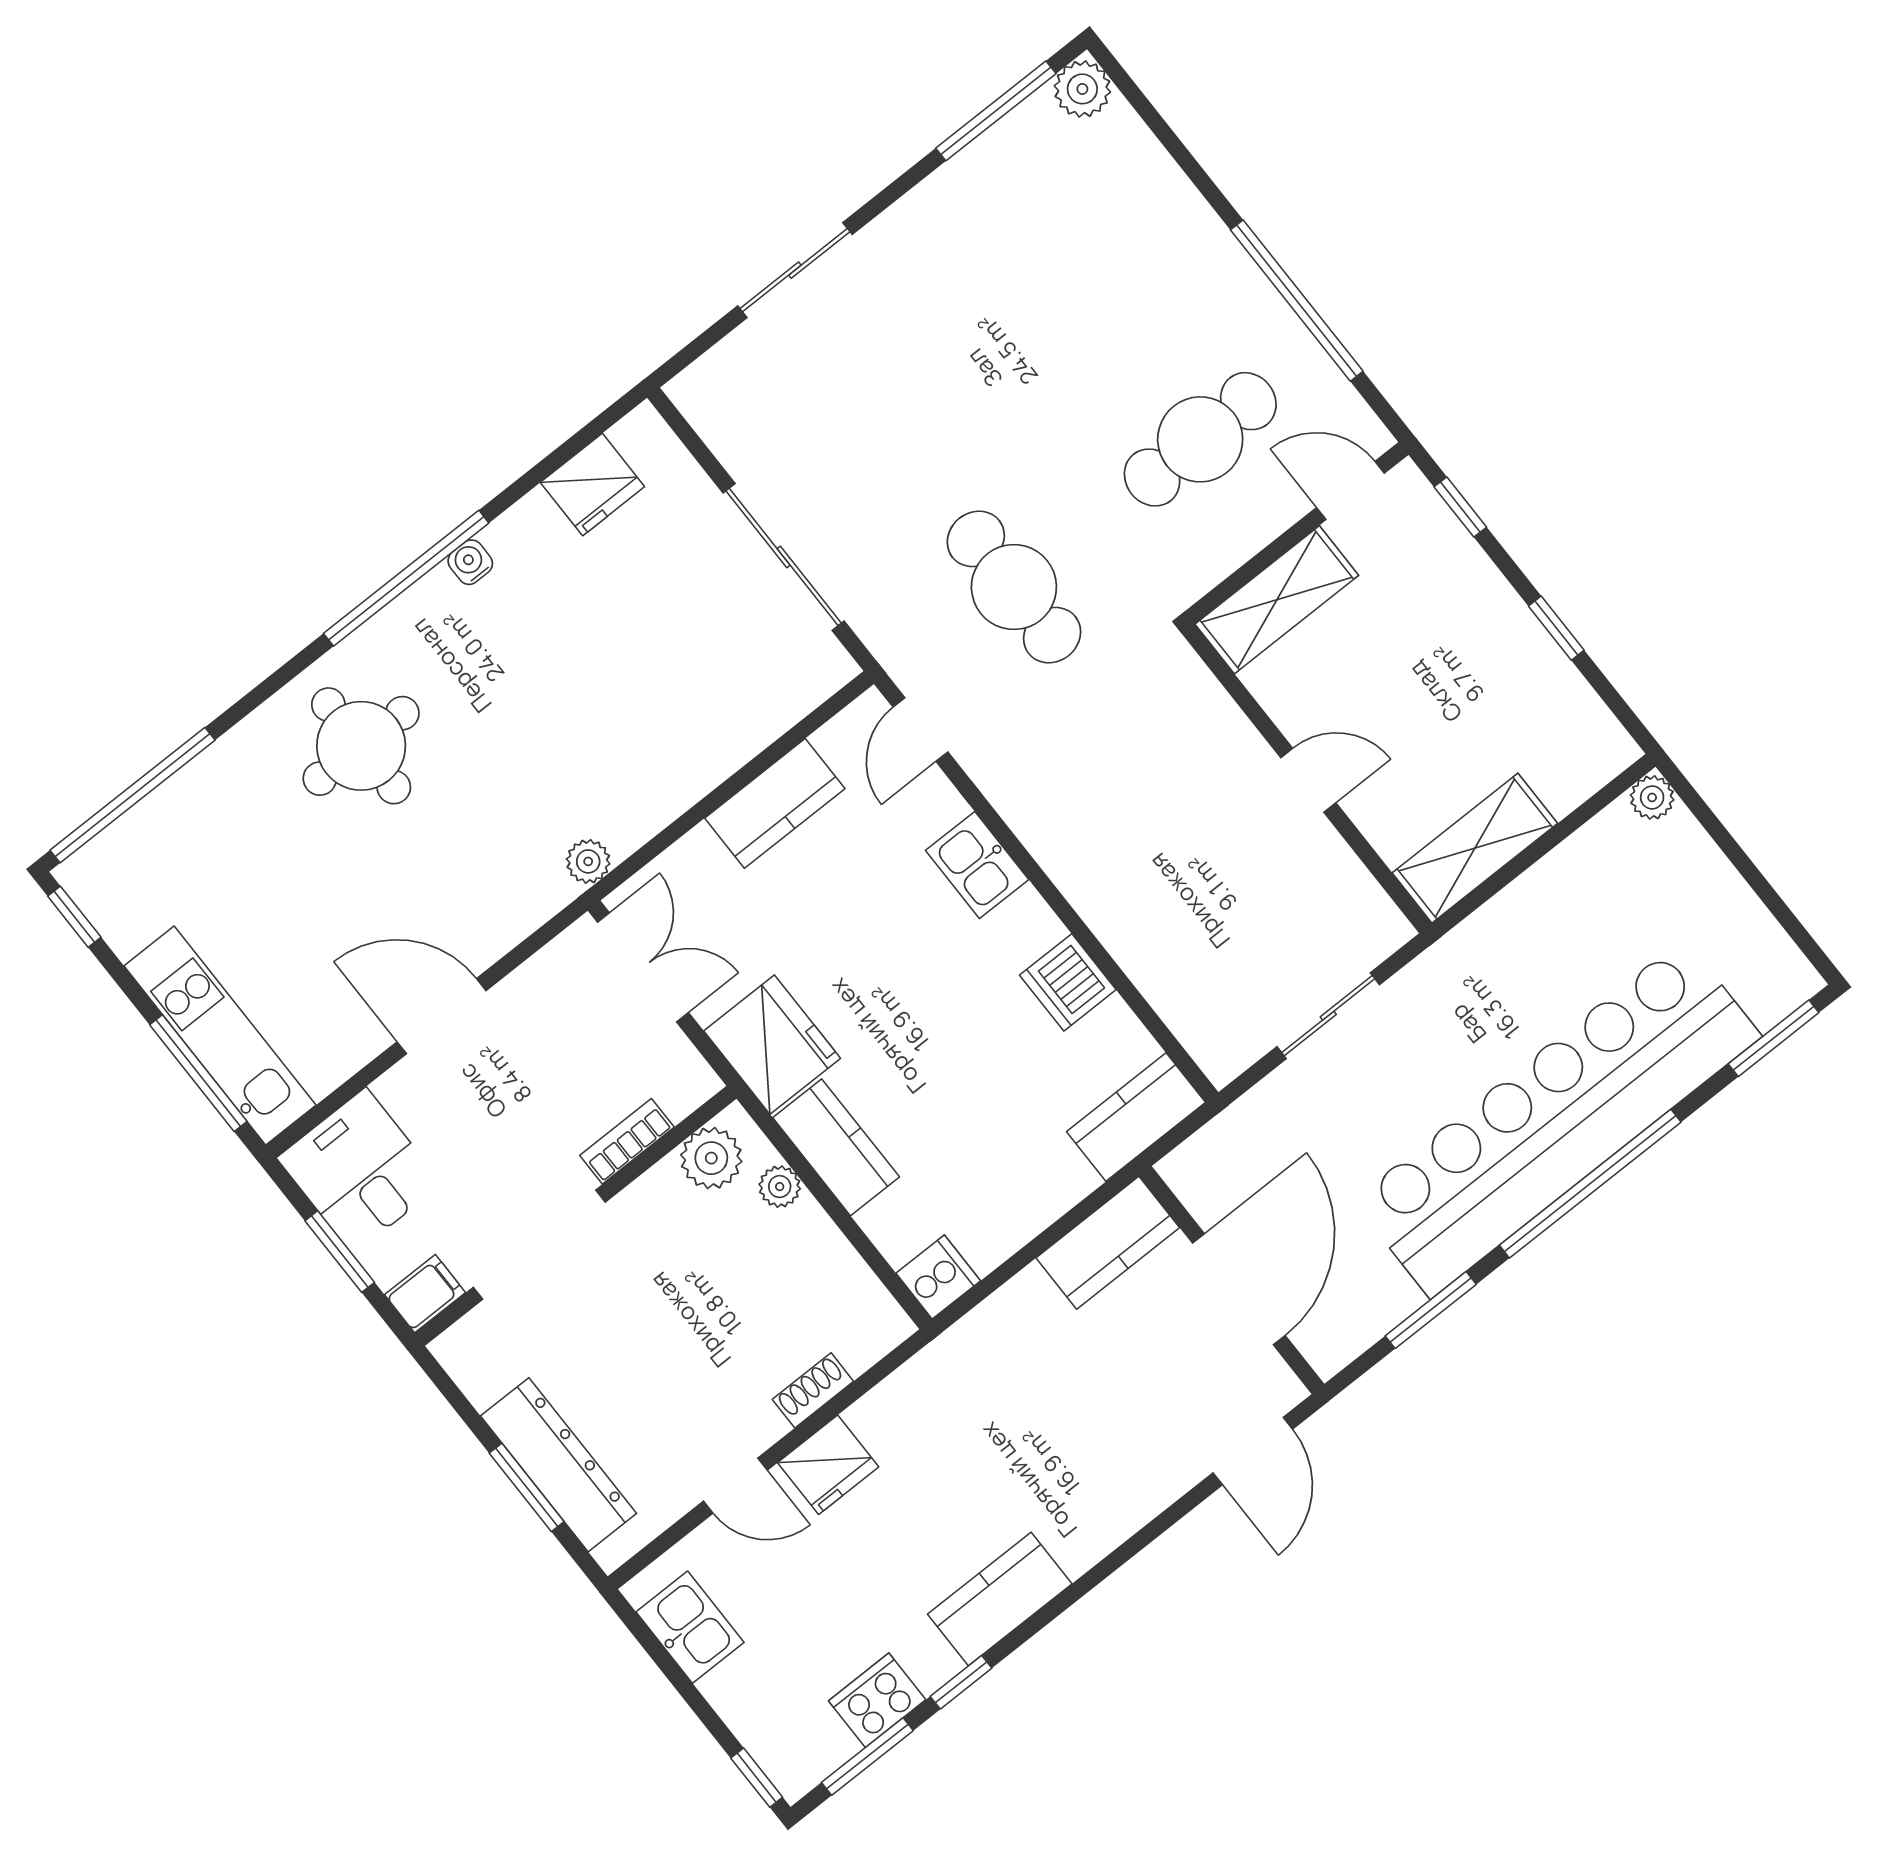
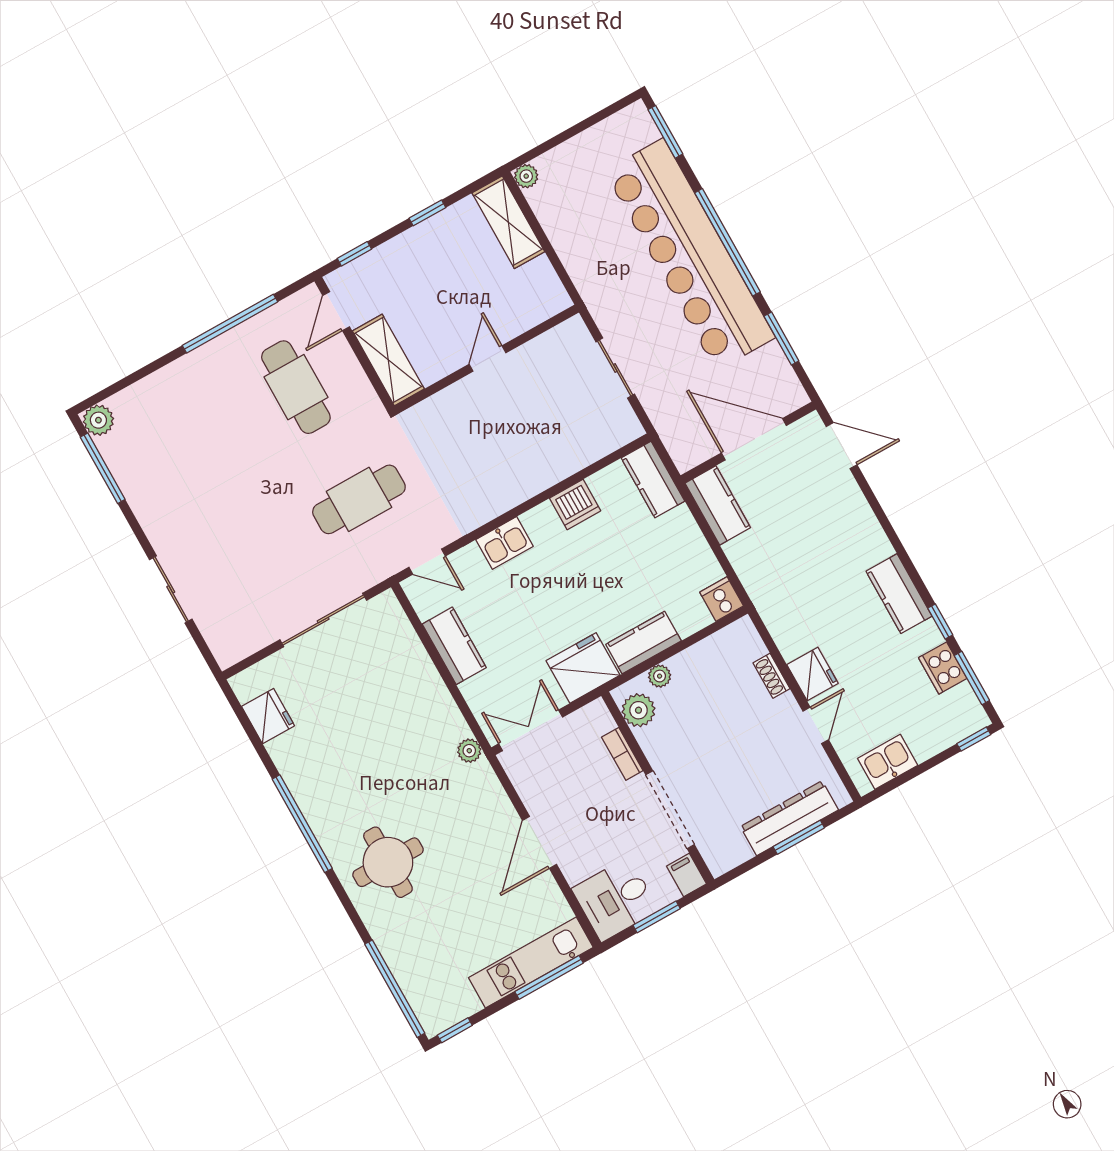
water cooler: (470, 562) -> (299, 788), removed
shelving: (1475, 848) -> (508, 222), moved

